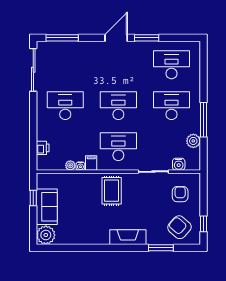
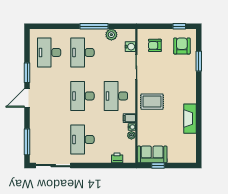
door: (116, 38) -> (27, 98), hinge flipped
sofa: (47, 207) -> (152, 154), moved
armchair: (179, 227) -> (182, 46), turned 139
plant: (46, 235) -> (188, 155), removed
fireplace: (128, 237) -> (190, 119), moved

